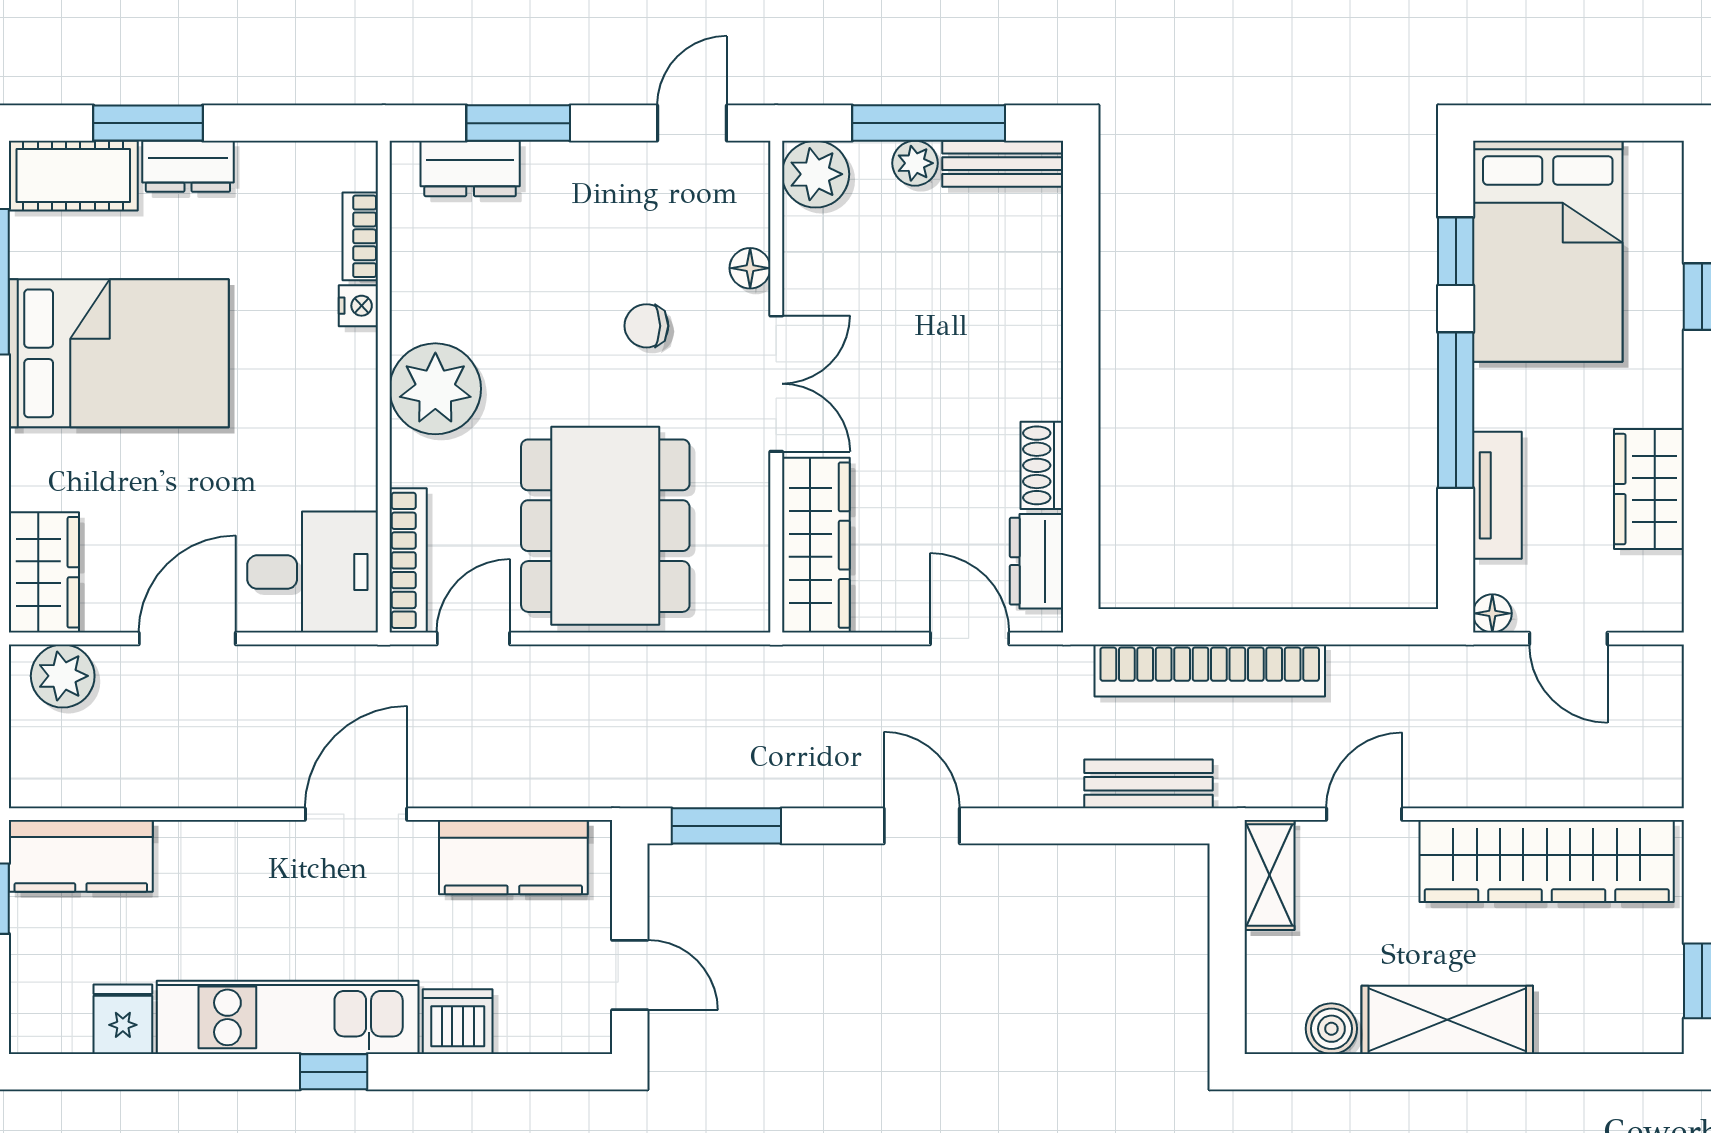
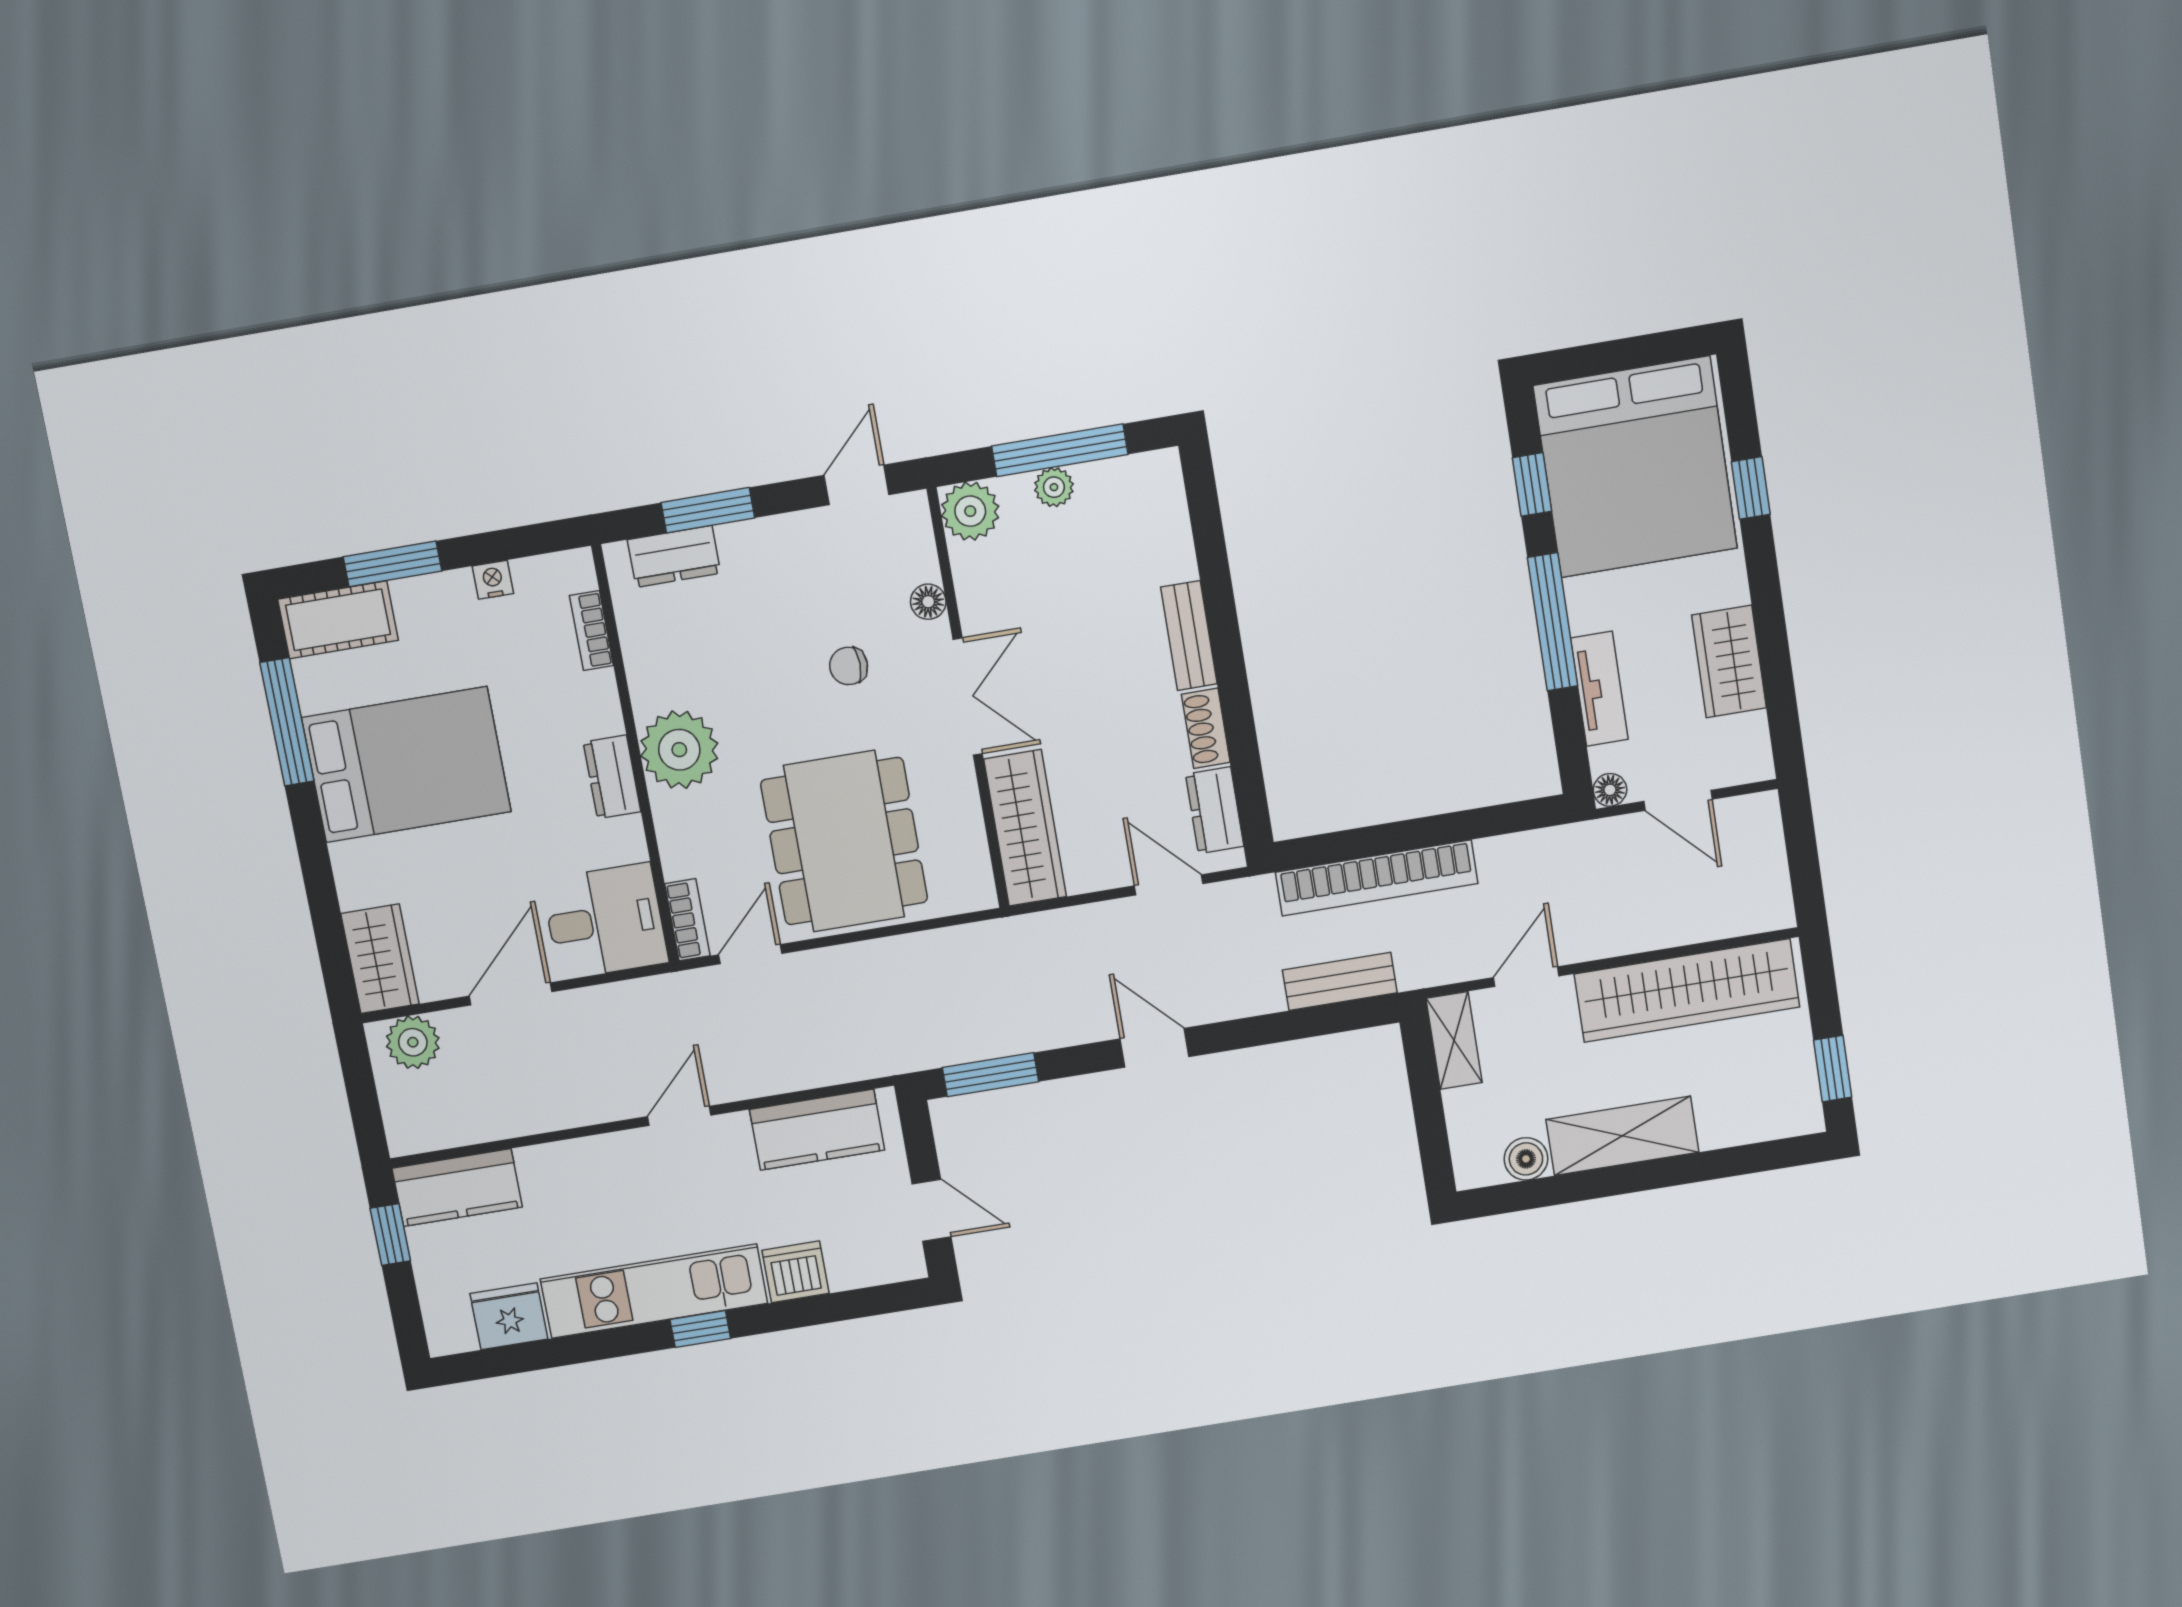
bench: (1003, 164) -> (1189, 636), moved, turned 90
dresser: (188, 166) -> (612, 777), moved, turned 90
bed: (1548, 251) -> (1635, 467), width x1.36
nightstand: (358, 306) -> (493, 580), moved, turned -90
bookcase: (408, 560) -> (687, 920), width x0.64
door: (356, 814) -> (679, 1116), width x0.73
fridge: (123, 1019) -> (509, 1316), width x1.38

